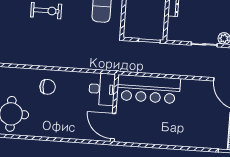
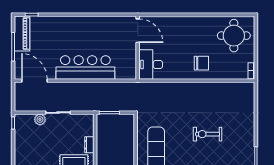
chair: (48, 87) -> (201, 63), turned 180
bar counter: (149, 89) -> (85, 67), moved

